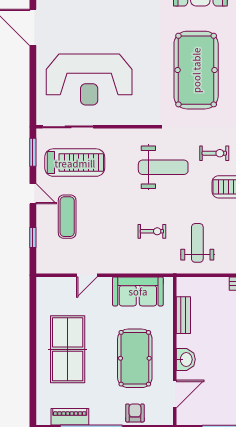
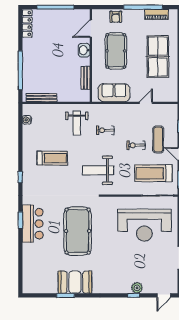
reception desk: (89, 80) -> (144, 225), turned 180
exercise bike: (214, 153) -> (136, 145), moved

